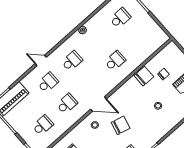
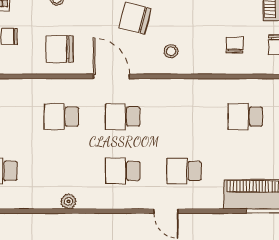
chair: (144, 76) -> (60, 49), moved
school desk: (67, 104) -> (123, 117), moved
door: (98, 104) -> (111, 76), moved

